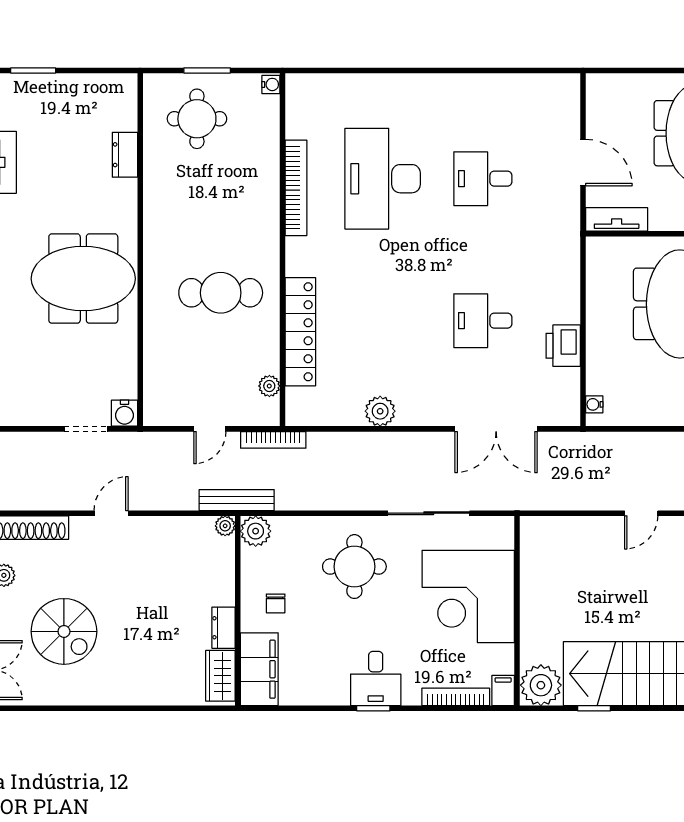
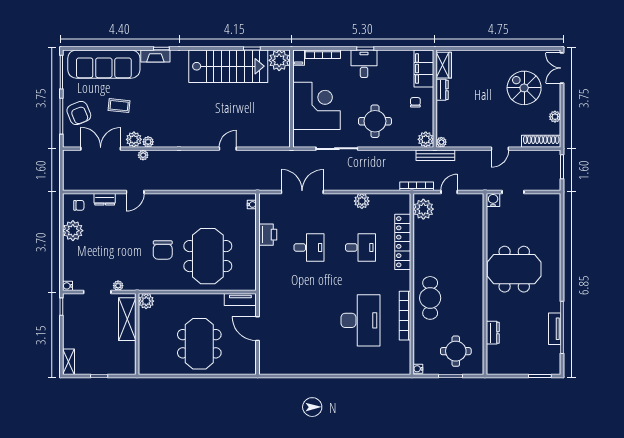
desk: (483, 179) -> (360, 247), moved
cafe table: (221, 293) -> (430, 298), moved, turned 90
plant: (269, 386) -> (423, 209), width x1.88, depth x1.88

